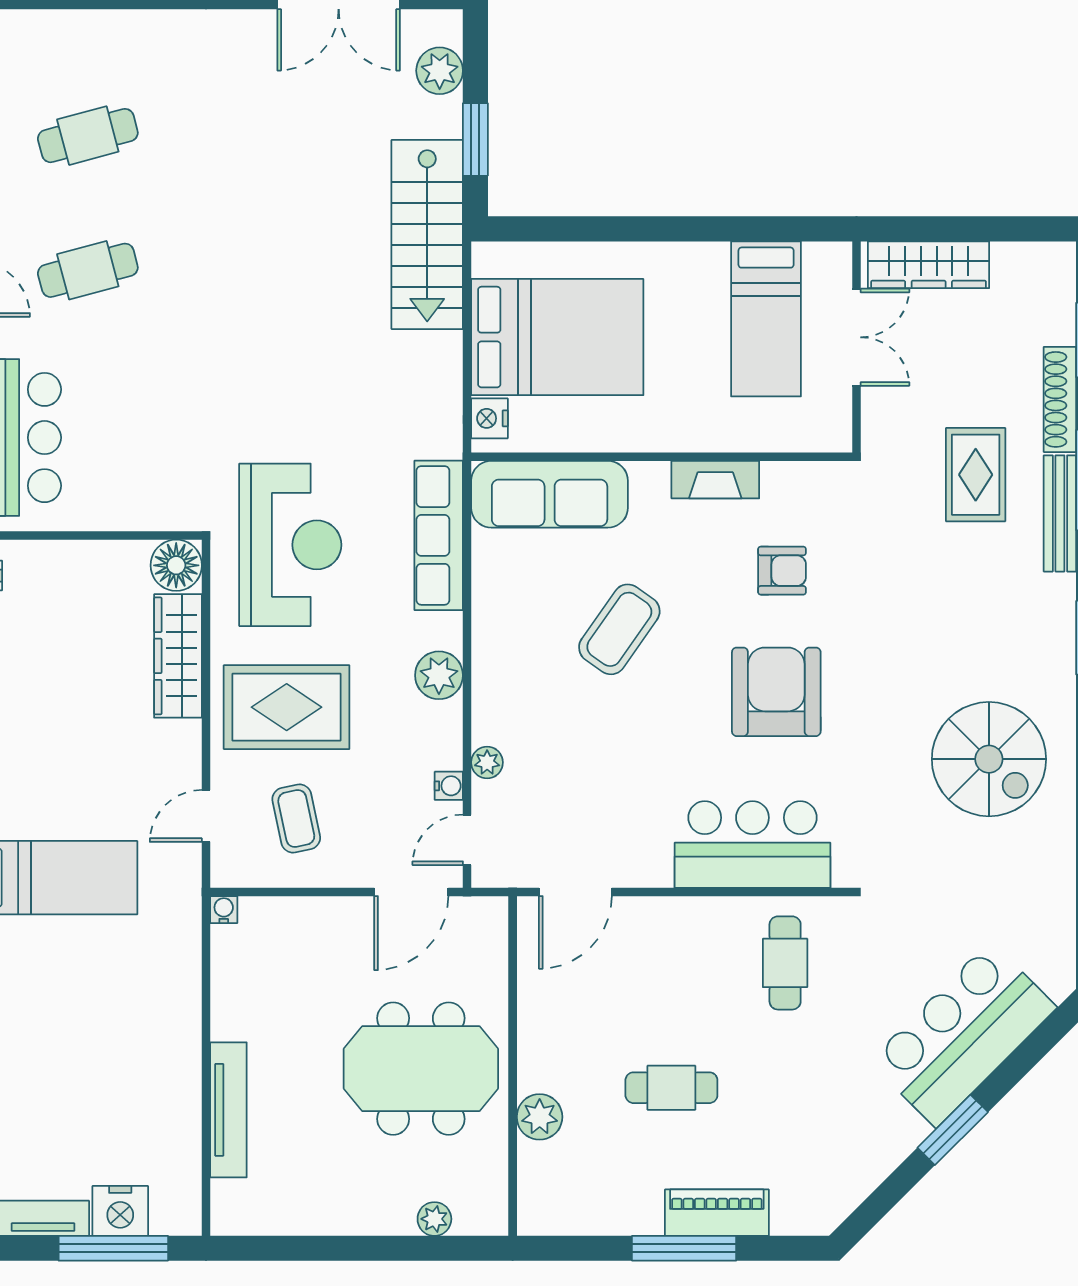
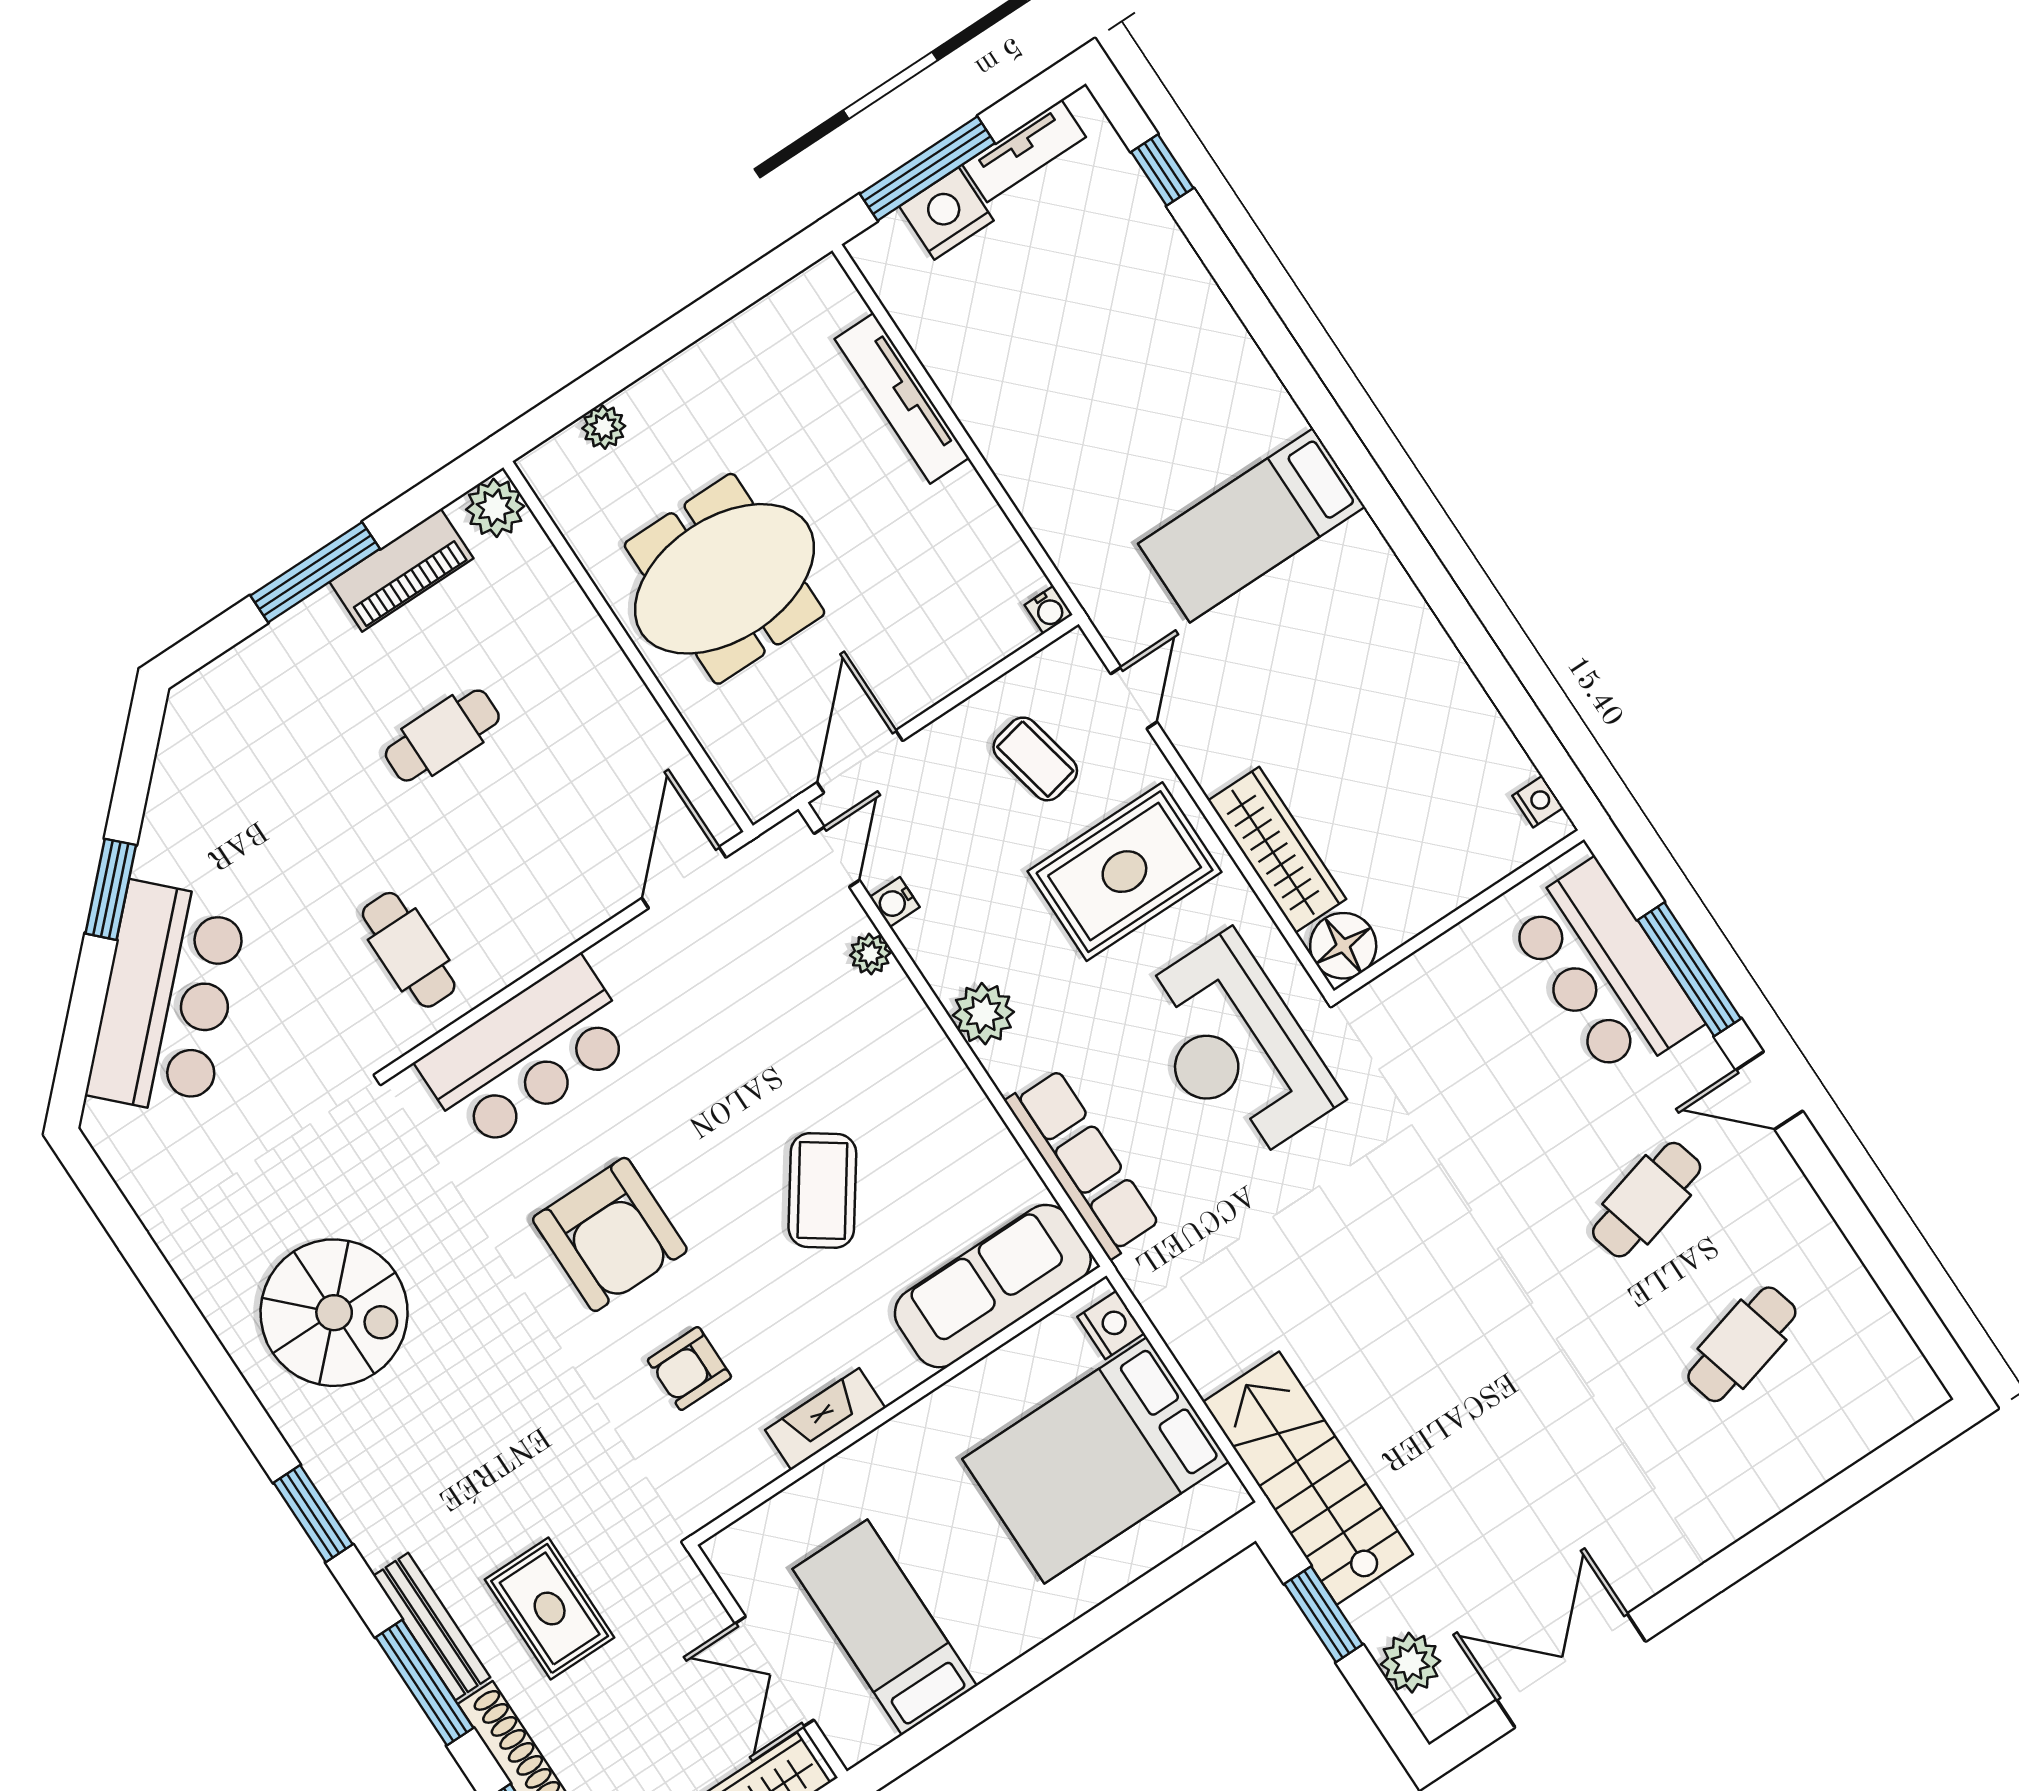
spiral stairs: (989, 759) -> (334, 1313), turned 180
plant: (540, 1117) -> (495, 508), moved
piano: (717, 1213) -> (401, 570), moved

